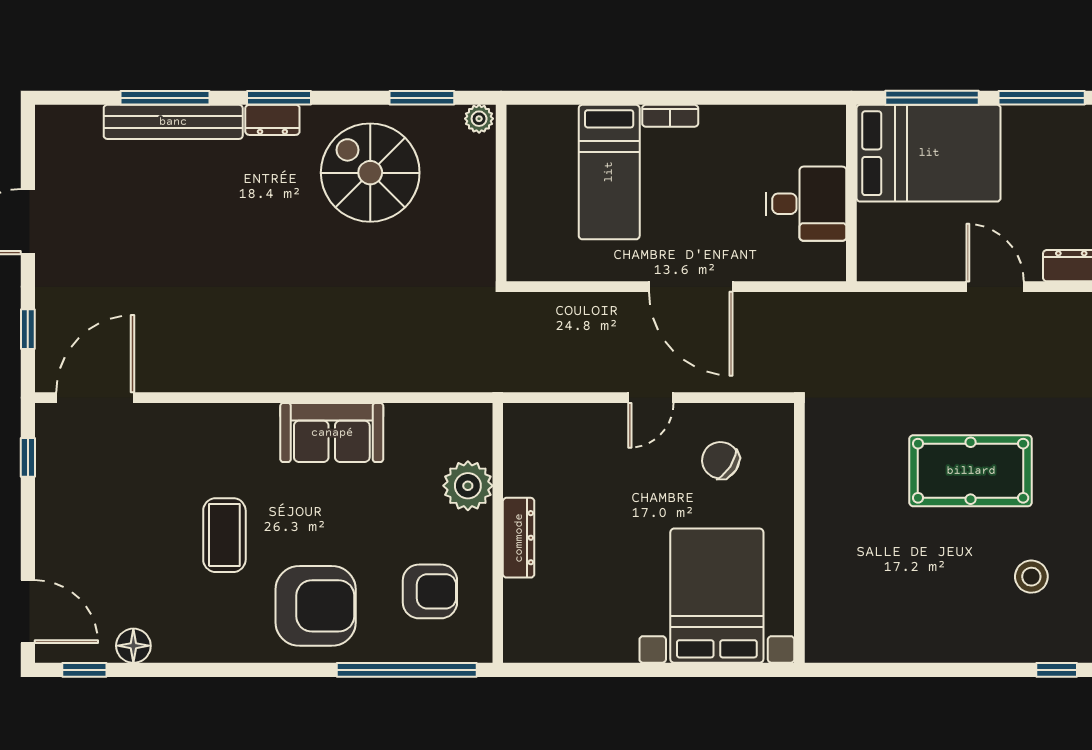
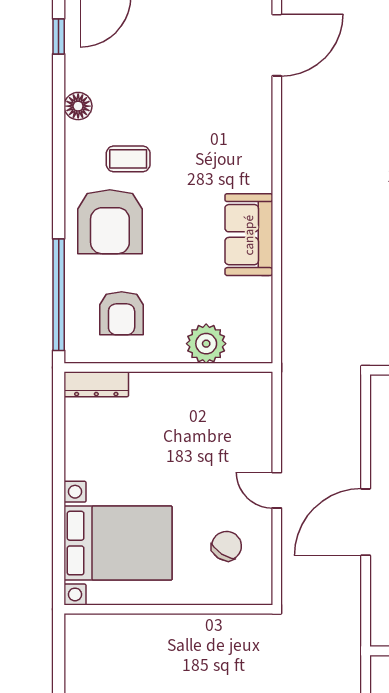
door: (95, 398) -> (277, 45), hinge flipped
coffee table: (224, 535) -> (128, 159), moved, width x0.73, depth x0.77
dresser: (519, 538) -> (96, 384), moved
floor lamp: (133, 646) -> (78, 106), moved

